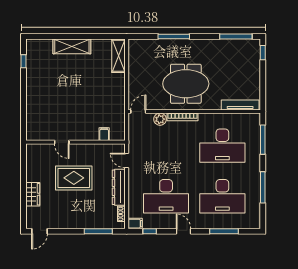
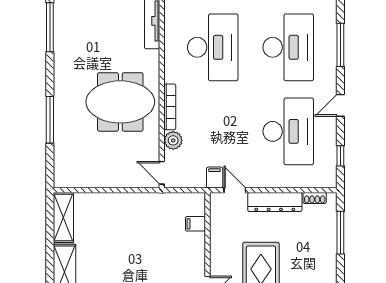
shelving: (118, 56) -> (63, 217), moved, turned 90
meeting table: (186, 84) -> (120, 102), turned 90
door: (127, 161) -> (235, 190), swing flipped
filing cabinet: (135, 224) -> (215, 178), moved

